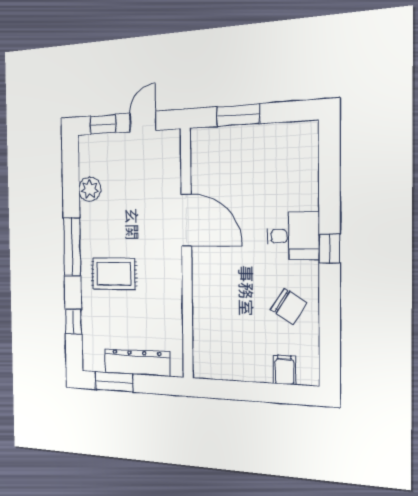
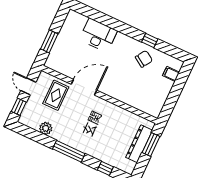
desk: (293, 236) -> (98, 35), moved, width x1.37
window: (329, 249) -> (150, 40), moved
rug: (114, 274) -> (56, 95), moved
window: (114, 382) -> (151, 144), moved

